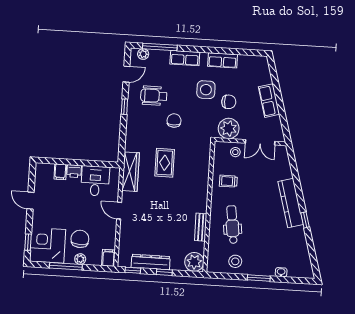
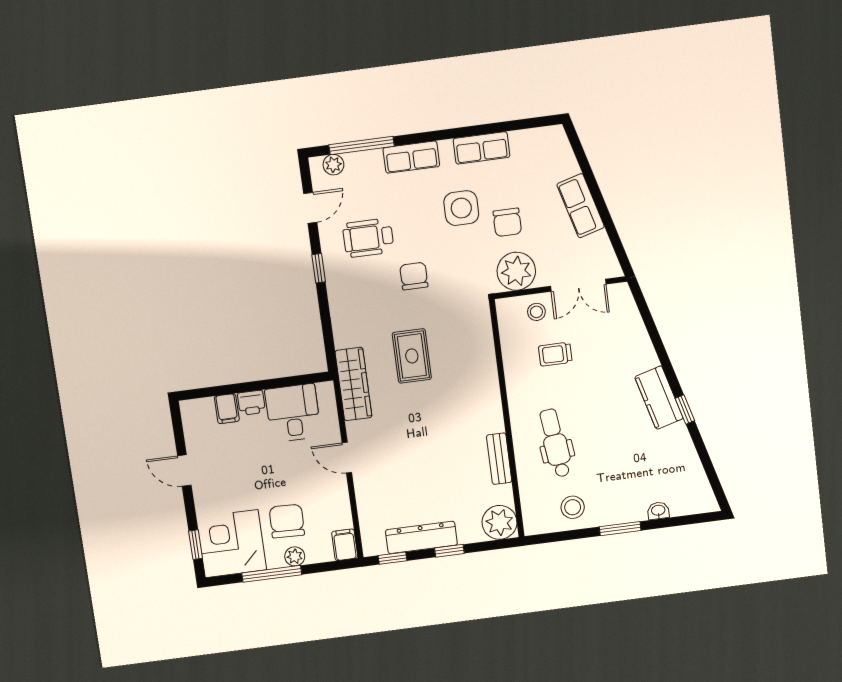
chair: (229, 102) -> (507, 222), turned 90
trolley: (228, 181) -> (555, 354), moved
kitchen counter: (291, 203) -> (659, 398), width x0.67

